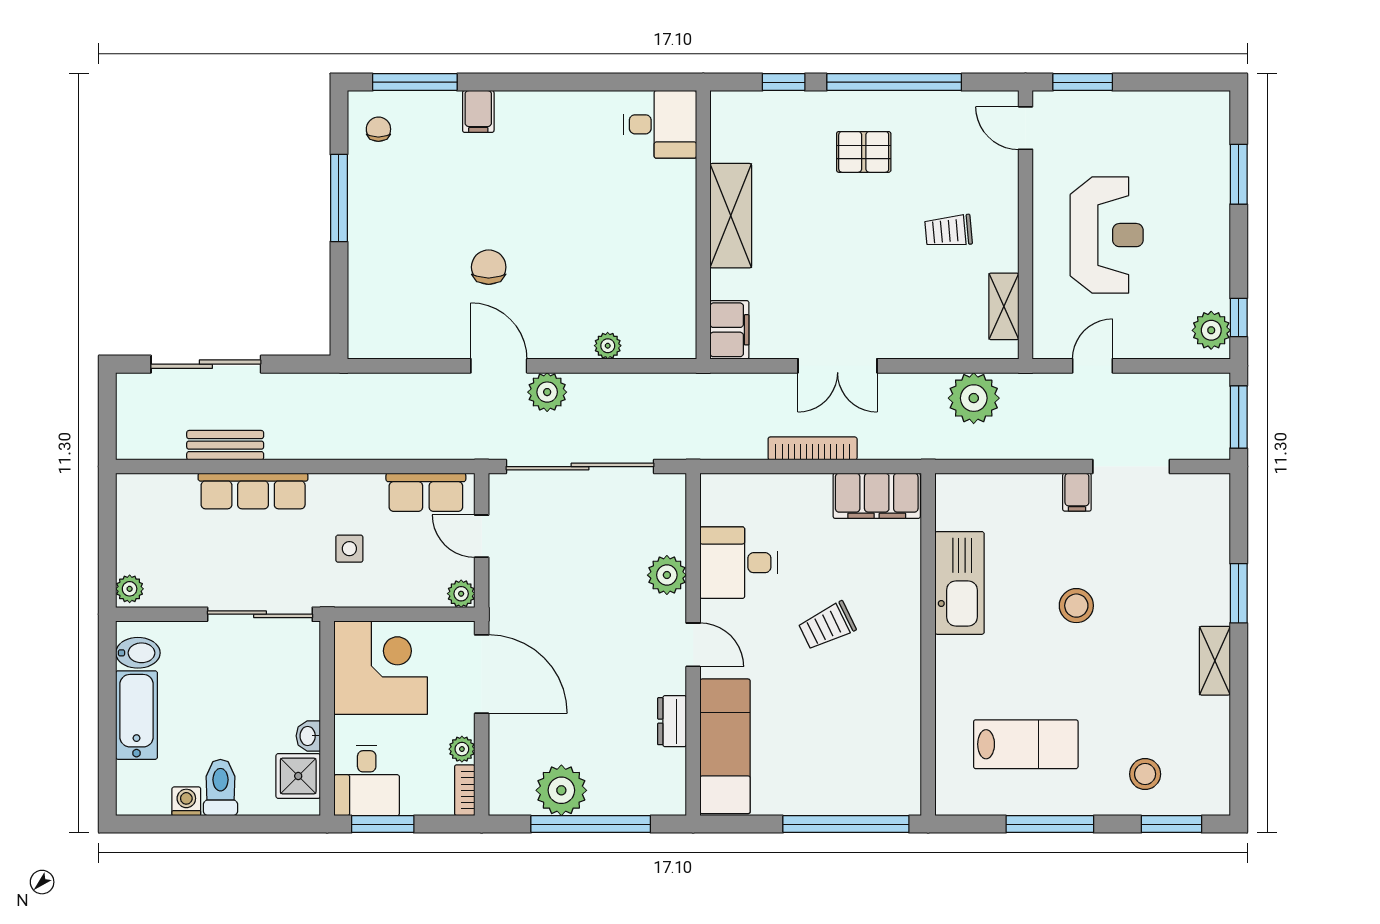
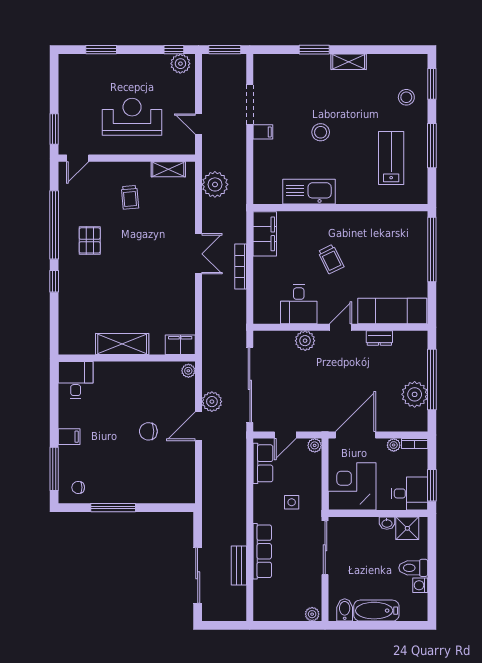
desk: (660, 124) -> (76, 380), moved
shelving: (731, 216) -> (122, 344), moved
wall: (703, 225) -> (127, 358), moved
filing cabinet: (729, 330) -> (180, 345), moved

